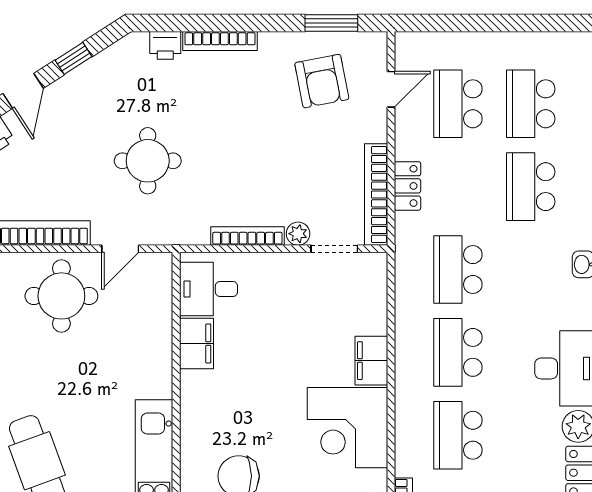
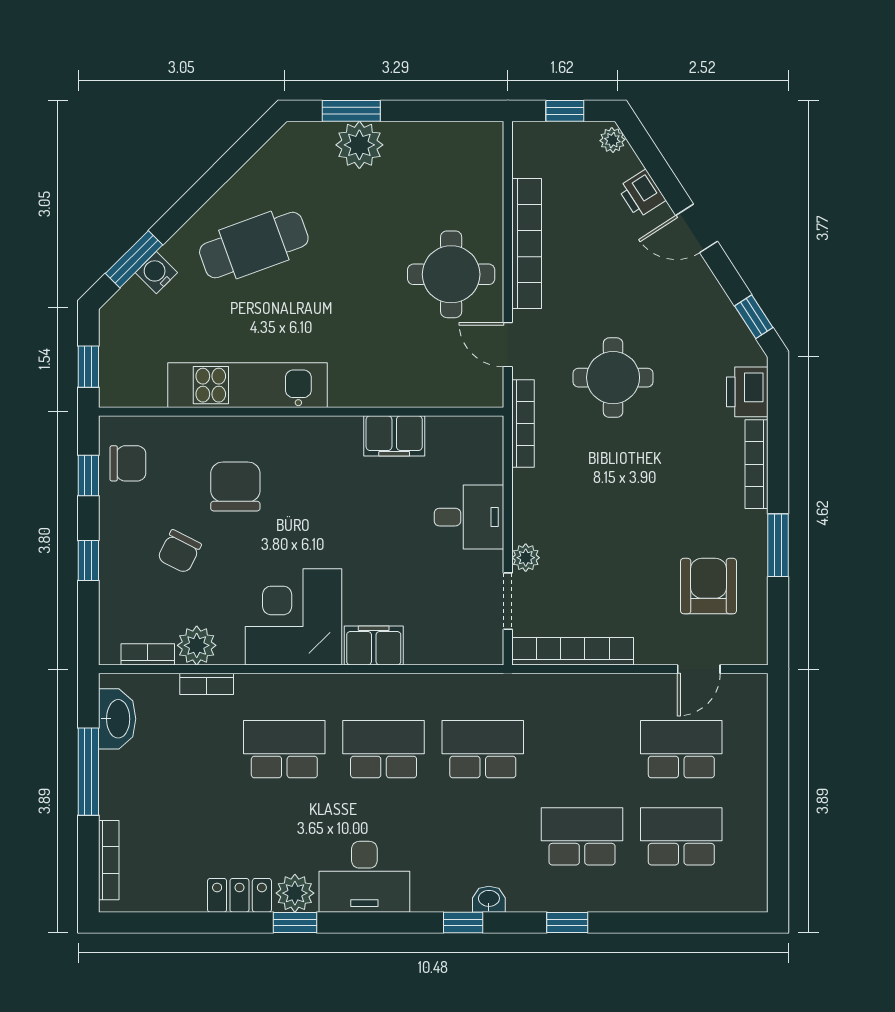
window: (331, 23) -> (778, 545), moved
printer: (165, 45) -> (747, 392), width x1.36, depth x1.24
window: (74, 58) -> (754, 317), moved
armchair: (322, 81) -> (708, 586), turned 101
door: (391, 89) -> (699, 669), hinge flipped
locker: (408, 186) -> (583, 689), removed
bookcase: (247, 236) -> (523, 424), moved
desk: (208, 289) -> (469, 517), moved, turned 90

